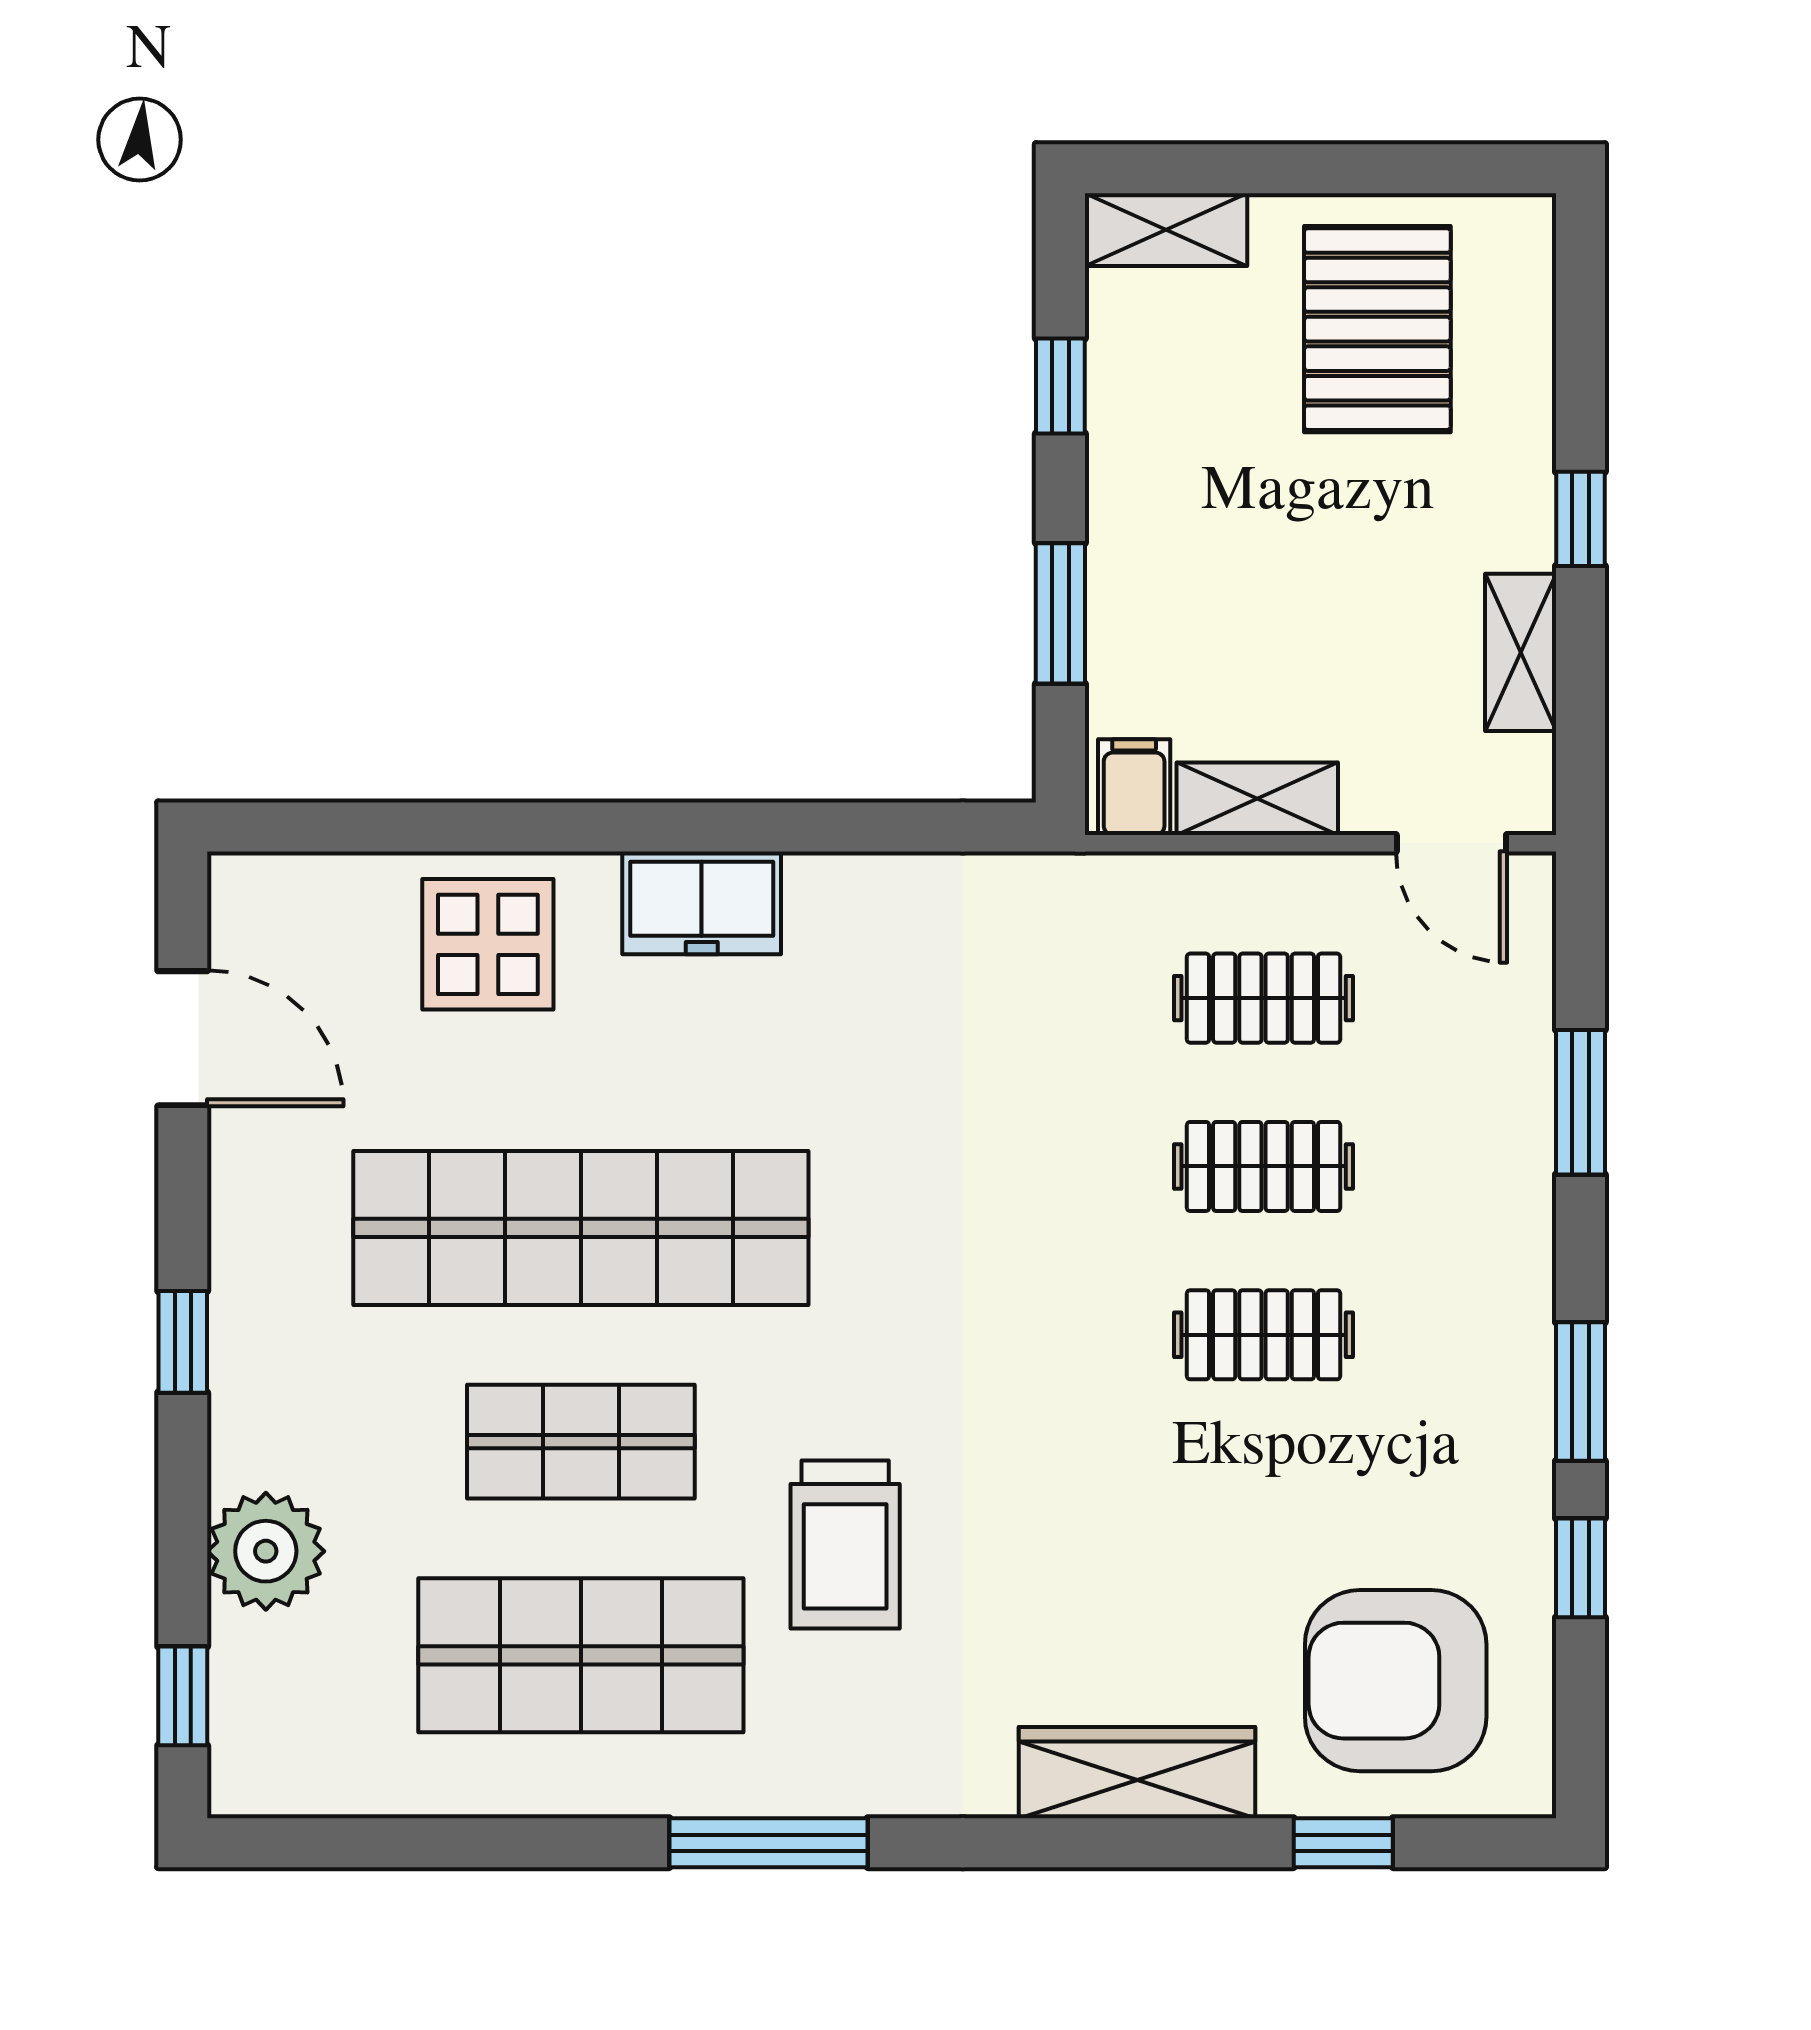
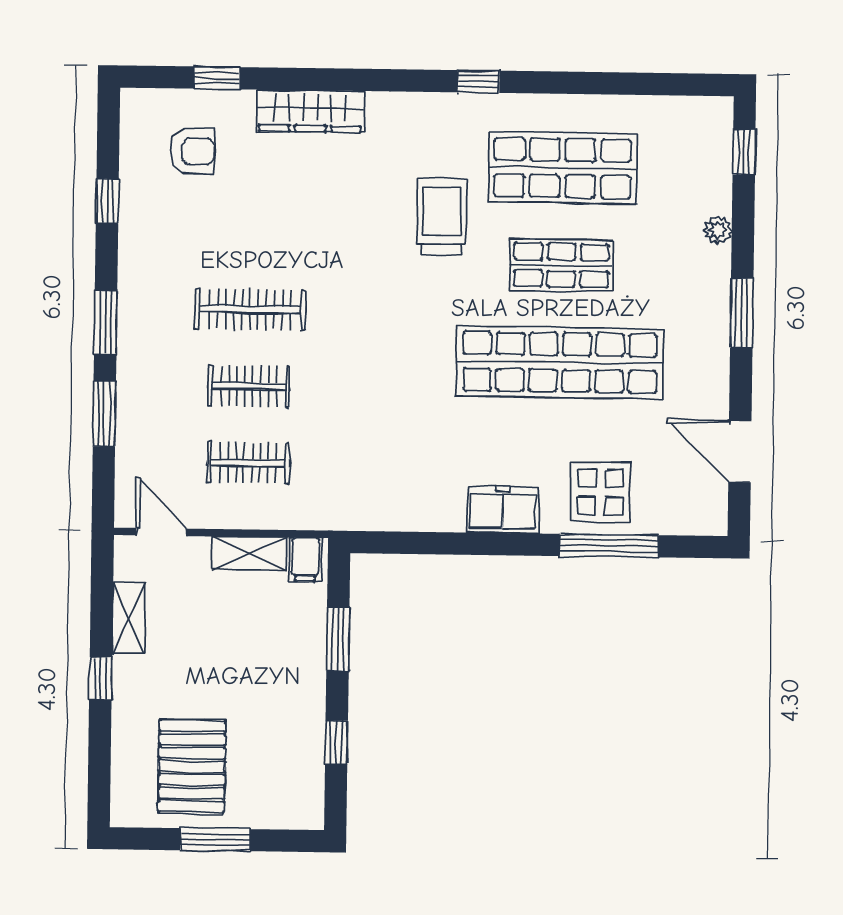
window: (1324, 169) -> (215, 840), added
shelving: (1166, 230) -> (287, 813), removed
window: (468, 827) -> (609, 546), added
clothes rail: (1264, 1335) -> (250, 309), width x1.36
window: (183, 1342) -> (742, 313), width x1.50
window: (1580, 1392) -> (106, 322), moved
plant: (266, 1551) -> (718, 230), width x0.53, depth x0.53
armchair: (1396, 1681) -> (192, 151), width x0.53, depth x0.53
window: (768, 1843) -> (478, 82), width x0.46

